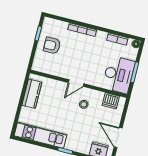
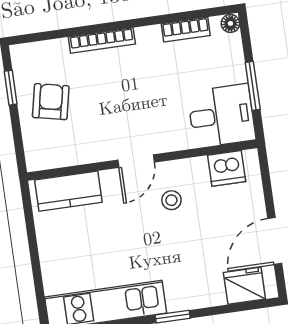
armchair: (52, 46) -> (51, 102), turned 102
desk: (119, 75) -> (221, 116), width x0.73
kitchen counter: (32, 94) -> (68, 191), moved, turned 90
door: (118, 137) -> (275, 241), hinge flipped

